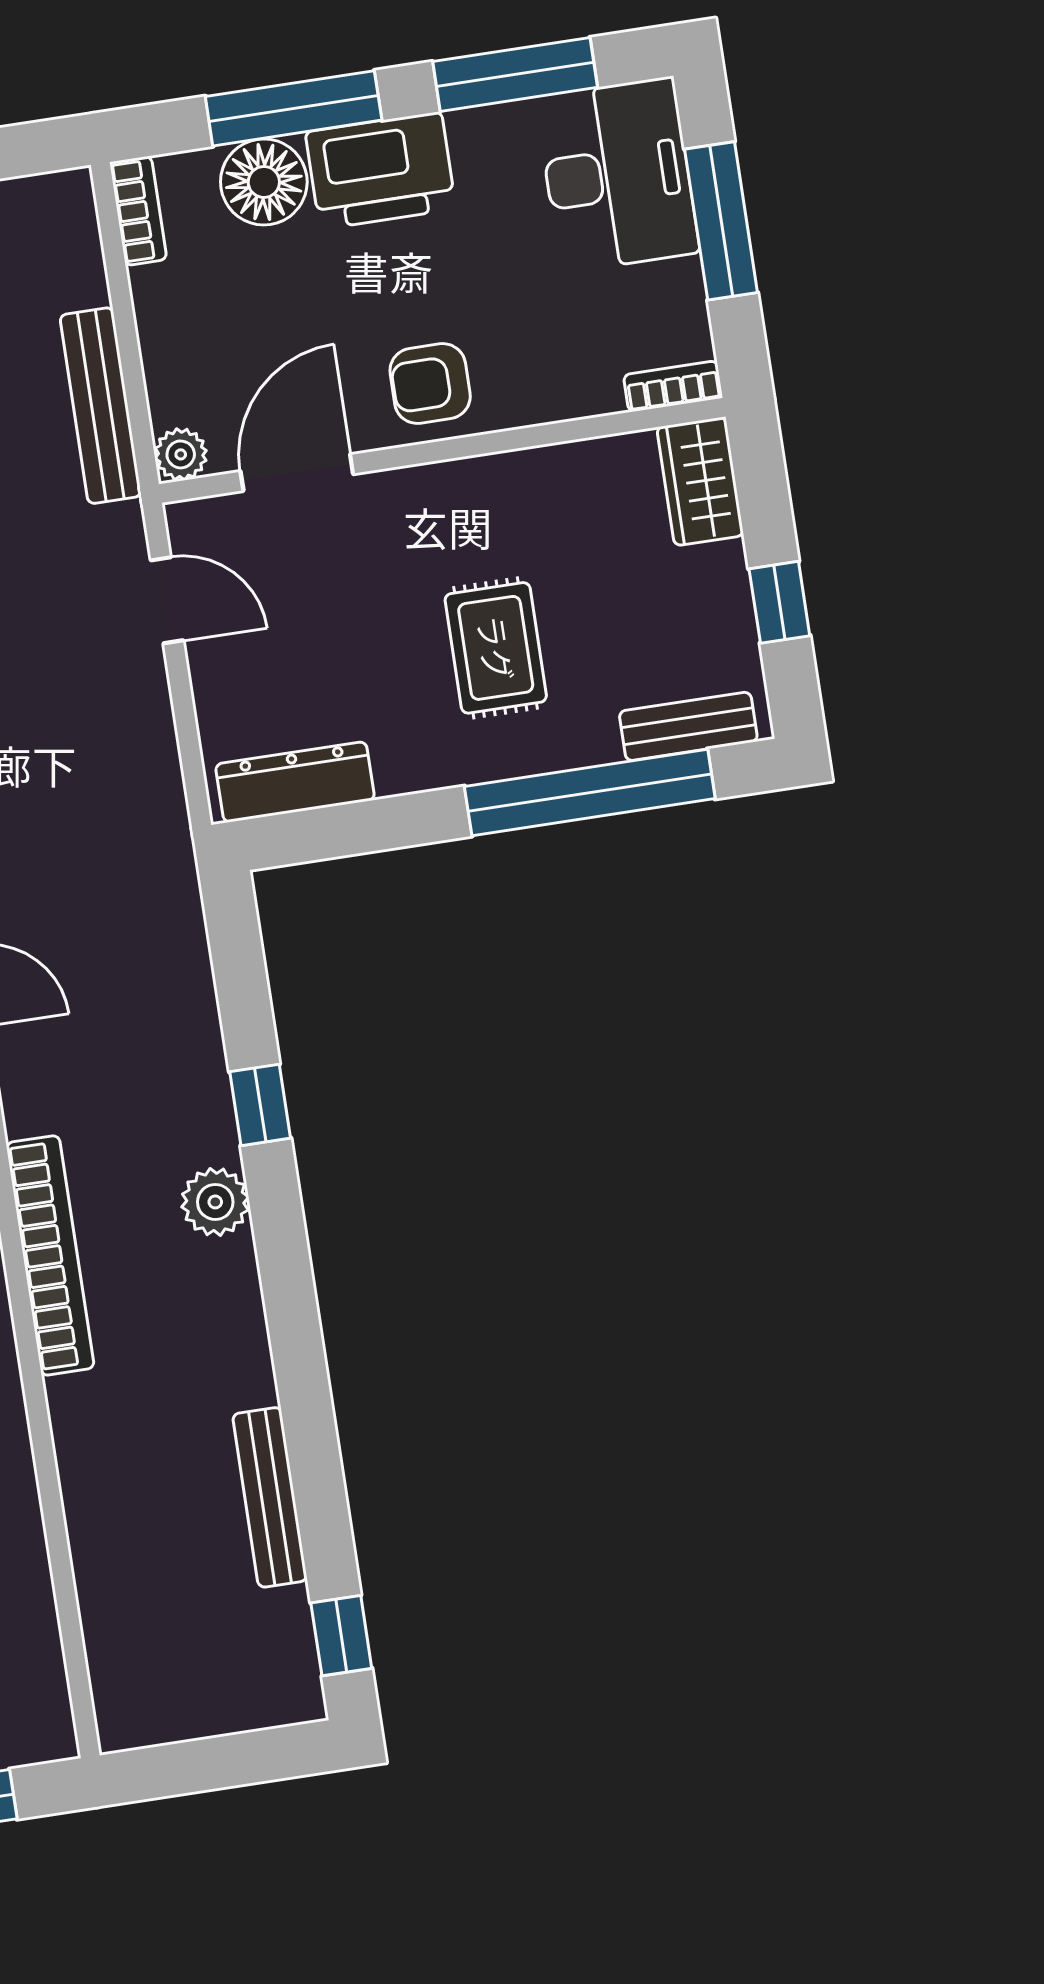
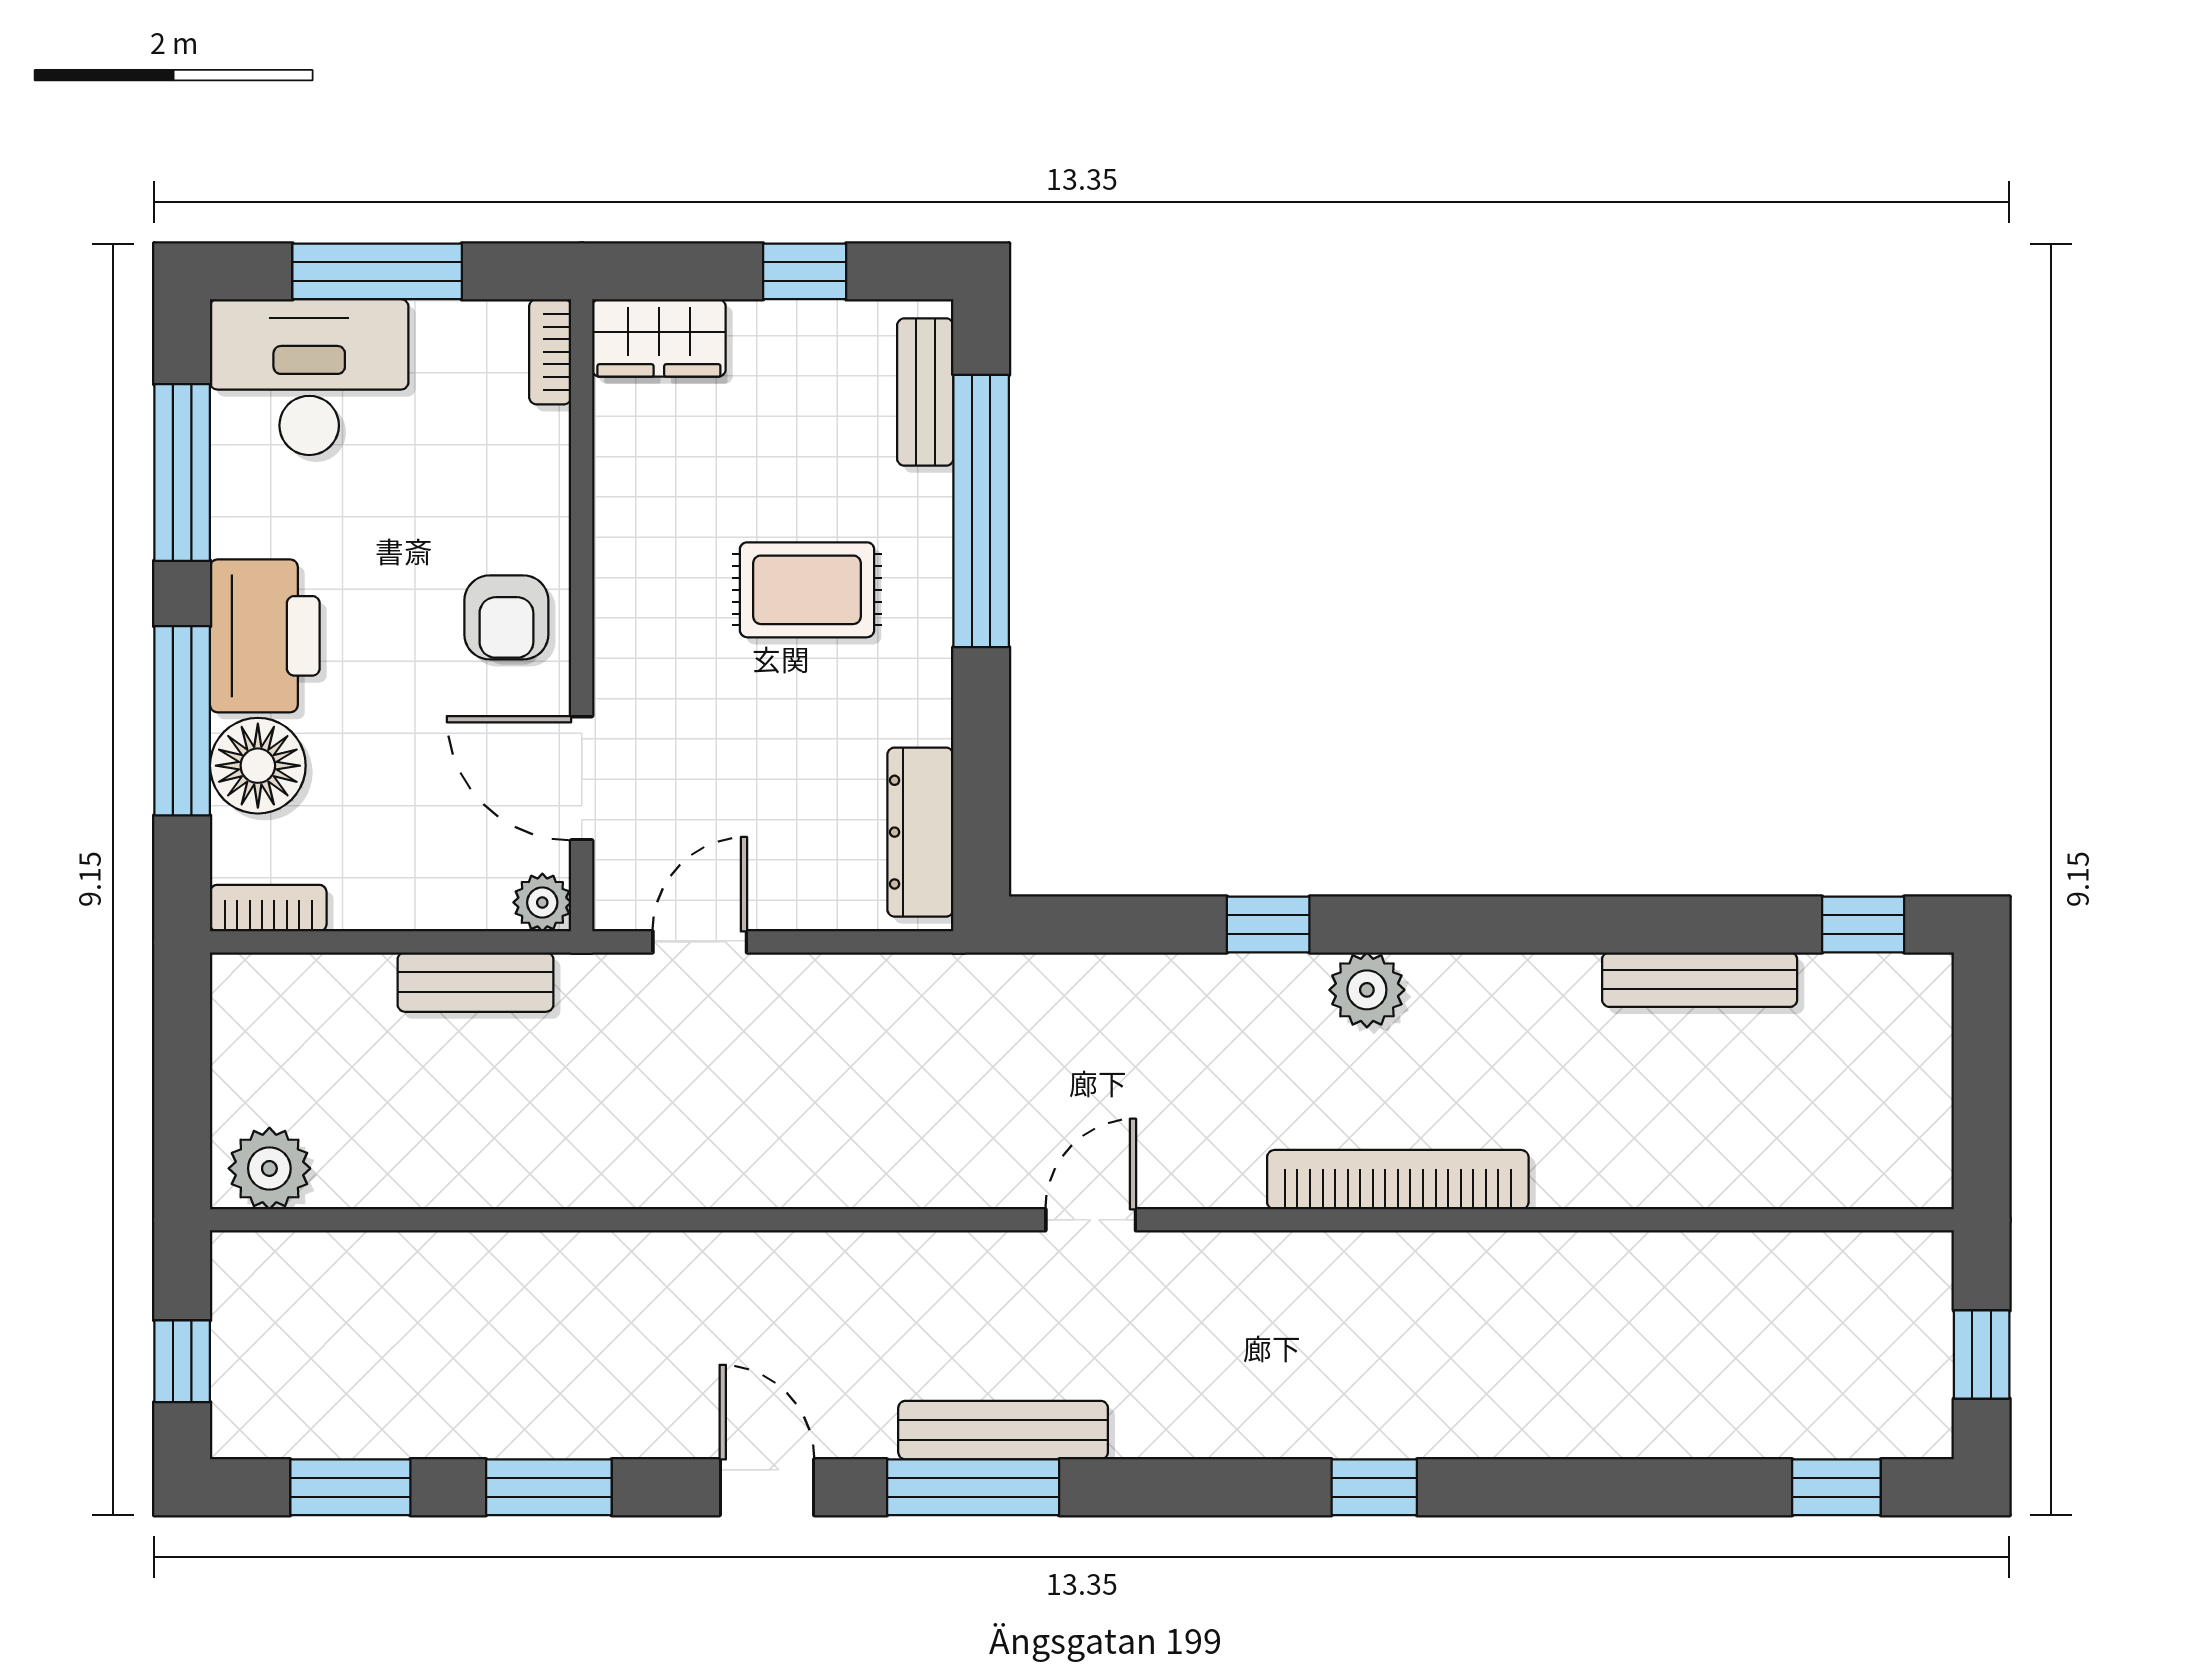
bench: (101, 406) -> (475, 982), width x0.73

